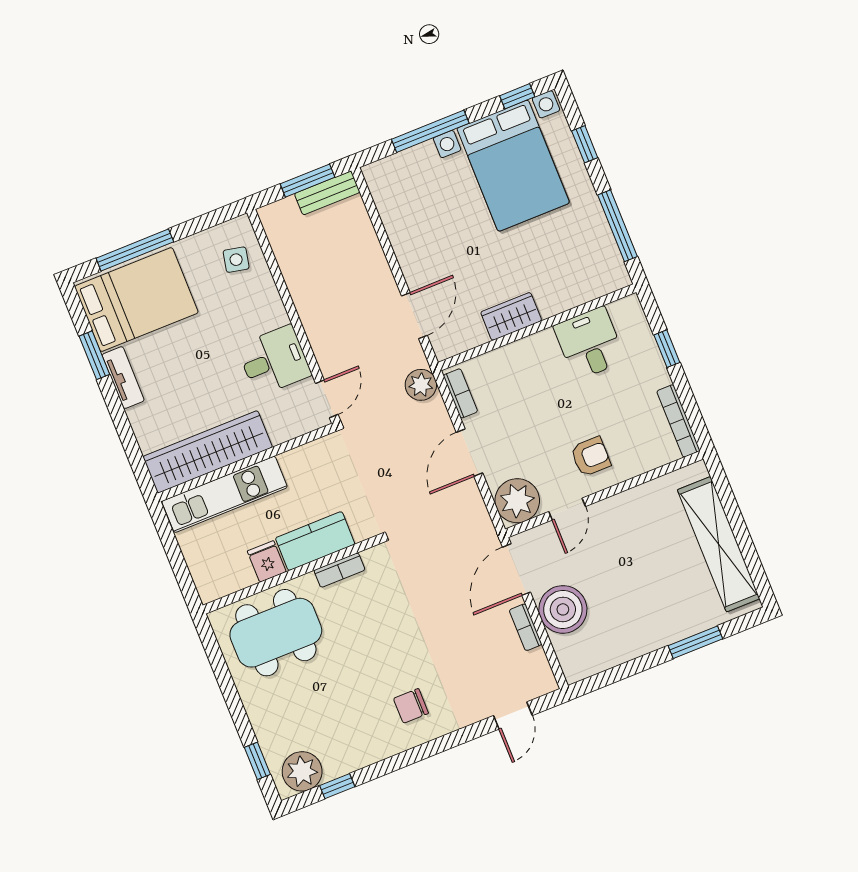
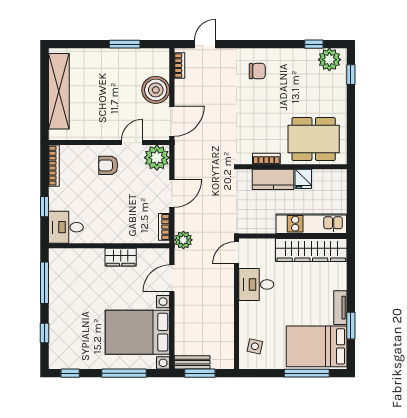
bed with nightstands: (513, 166) -> (137, 332), moved, turned -90
desk: (590, 343) -> (66, 227), moved, turned 90
bookcase: (526, 627) -> (179, 66), moved
window: (695, 642) -> (125, 44), moved

